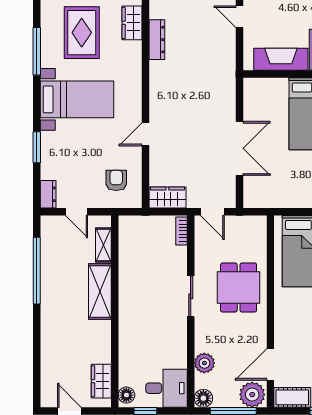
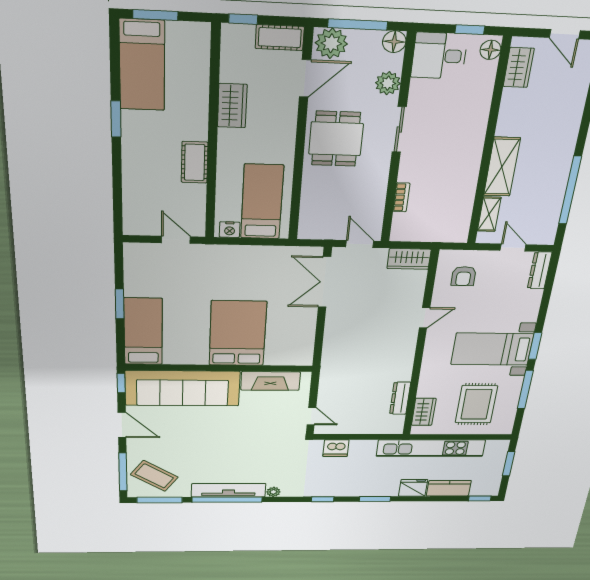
window: (37, 147) -> (535, 346), moved
double door: (240, 148) -> (324, 282), moved
dresser: (48, 194) -> (540, 270), width x1.44
bookcase: (181, 231) -> (401, 197), moved
dining table: (239, 288) -> (336, 139), moved
sliding door: (191, 296) -> (399, 130), moved

